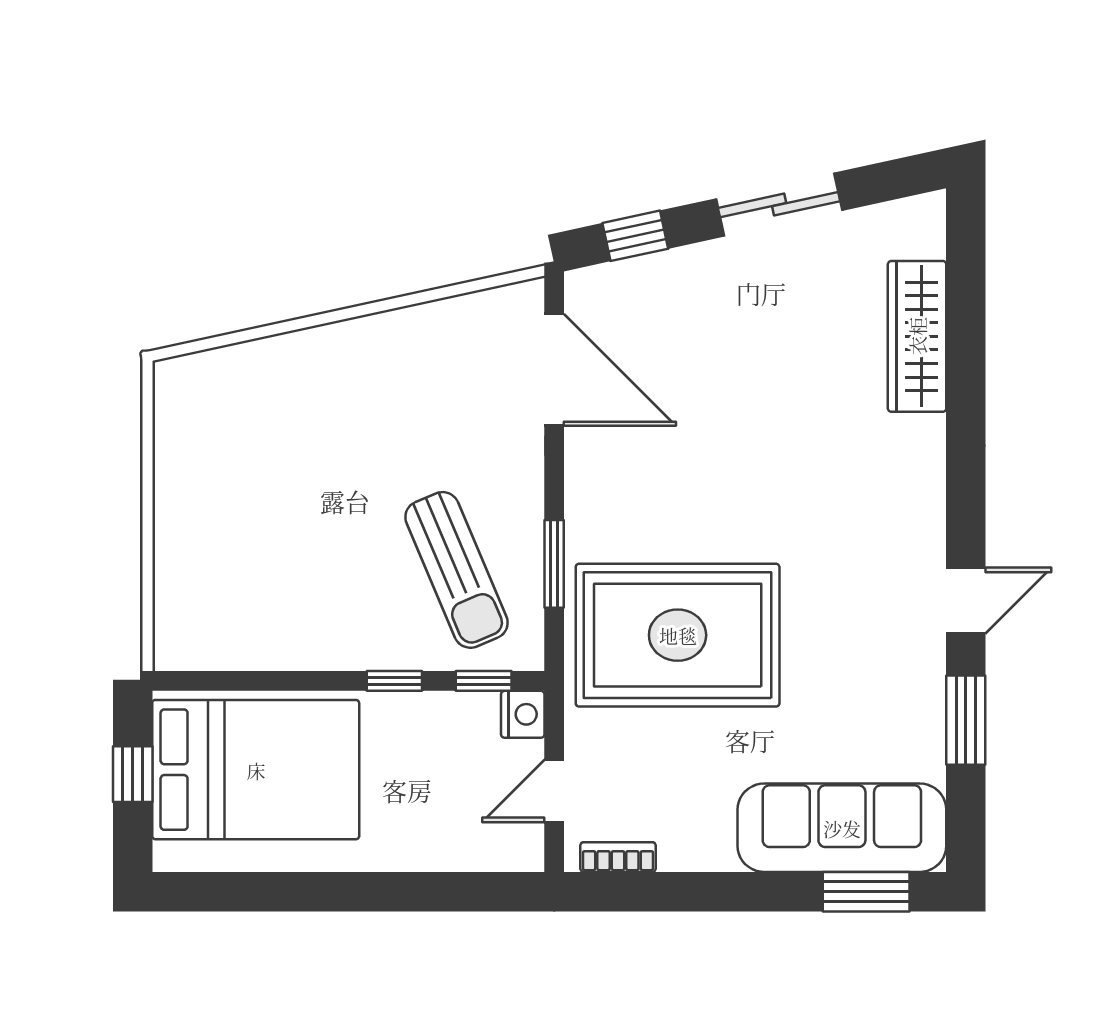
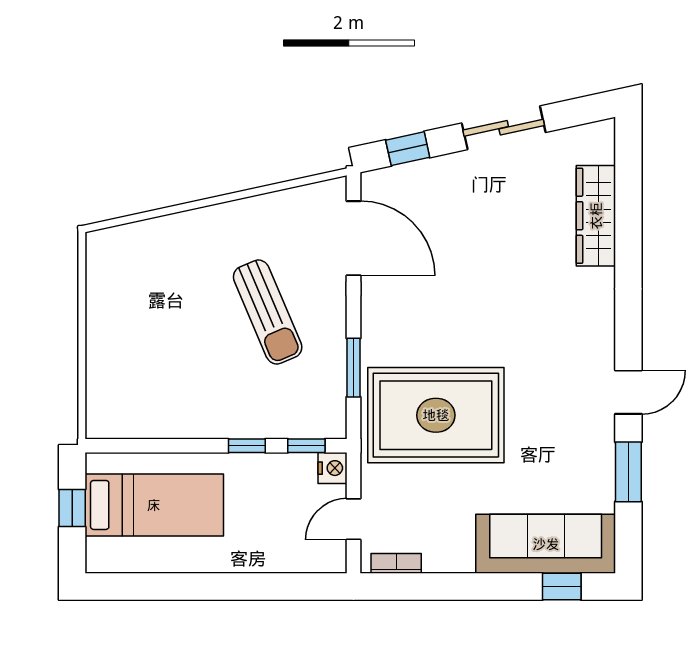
sun lounger: (456, 570) -> (268, 312), moved
bed: (256, 770) -> (154, 505), width x0.67
window: (866, 892) -> (562, 586), width x0.67

